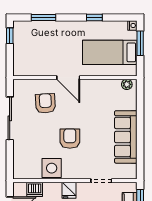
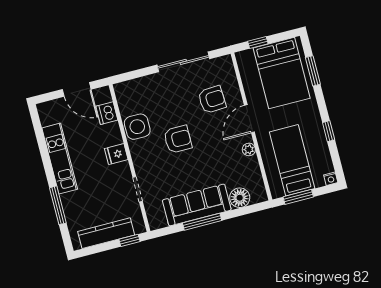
window: (10, 36) -> (258, 43), moved
bed: (39, 43) -> (282, 73), added
window: (140, 43) -> (298, 197), moved
plant: (127, 84) -> (249, 149), moved
floor lamp: (129, 102) -> (240, 198), added
window: (140, 136) -> (202, 222), added

